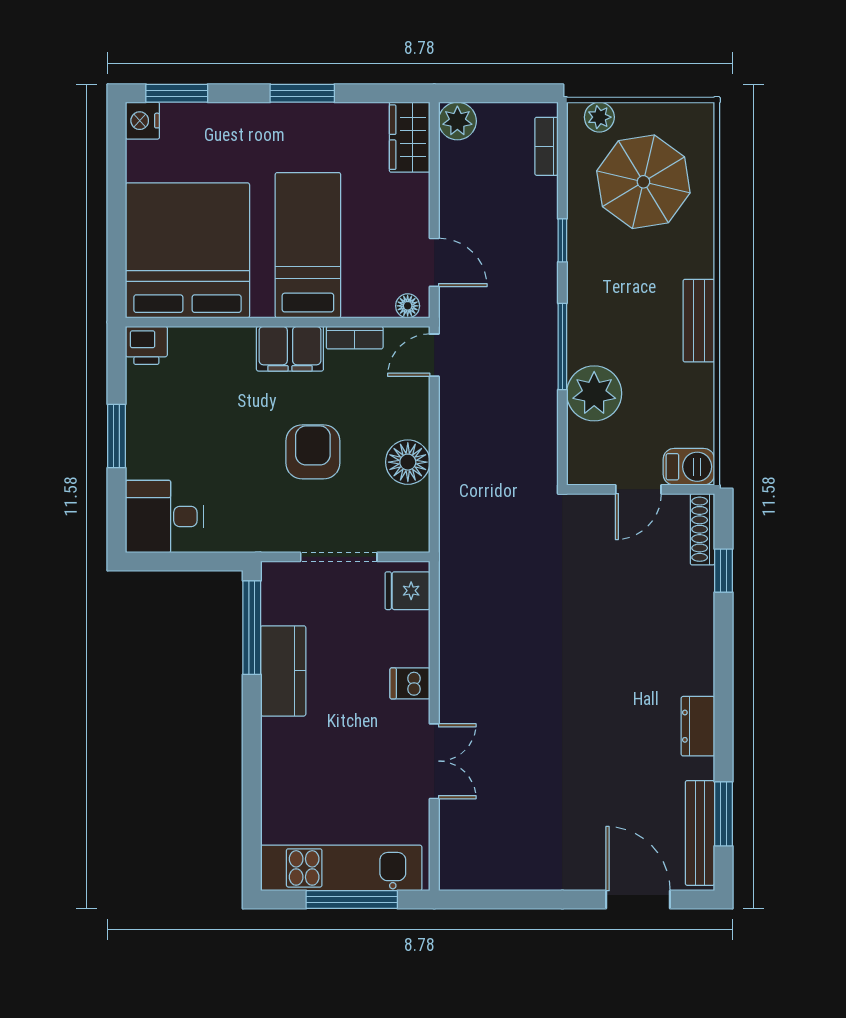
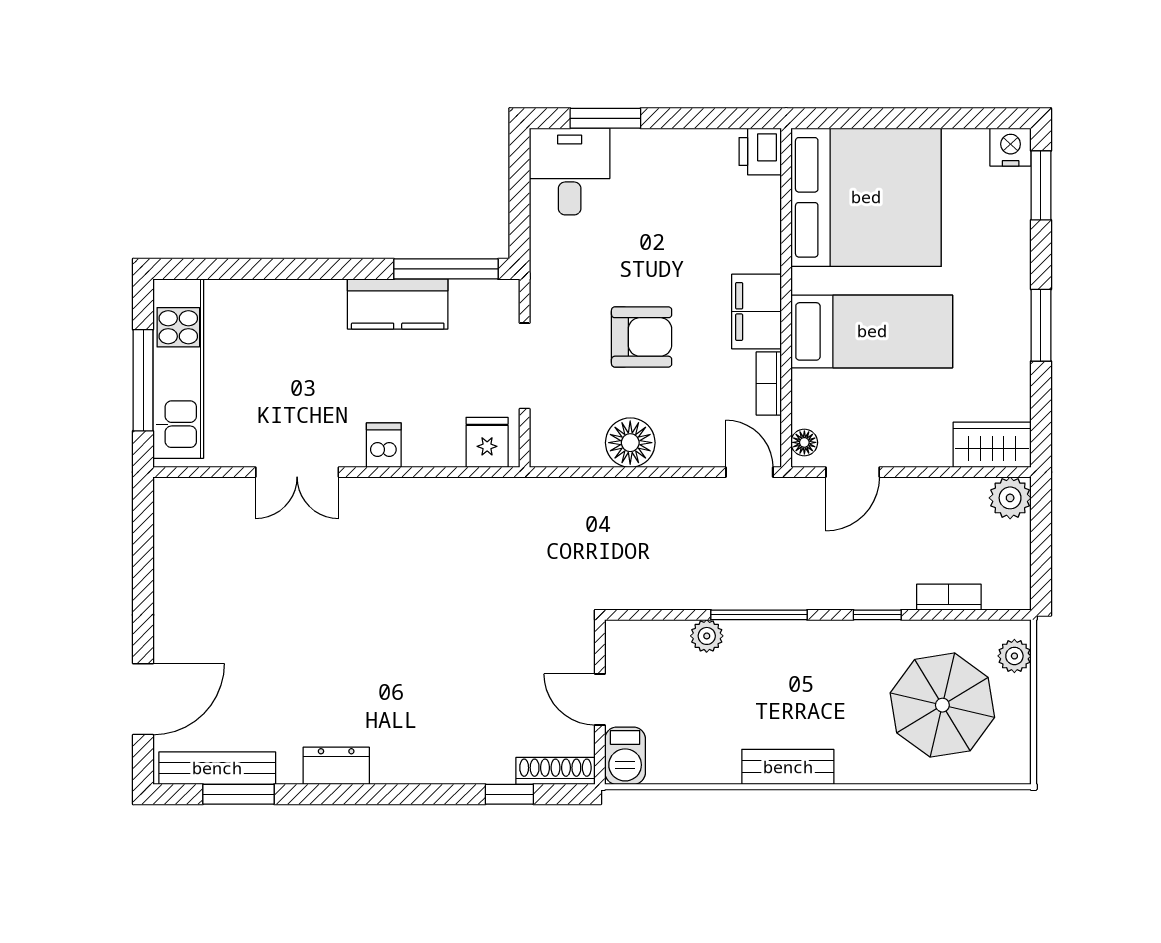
bookcase: (546, 146) -> (949, 597), moved
plant: (594, 393) -> (707, 636), width x0.53, depth x0.53
window: (117, 436) -> (605, 118), moved

